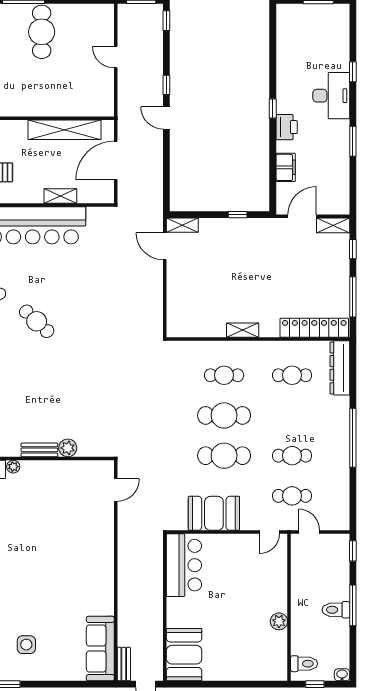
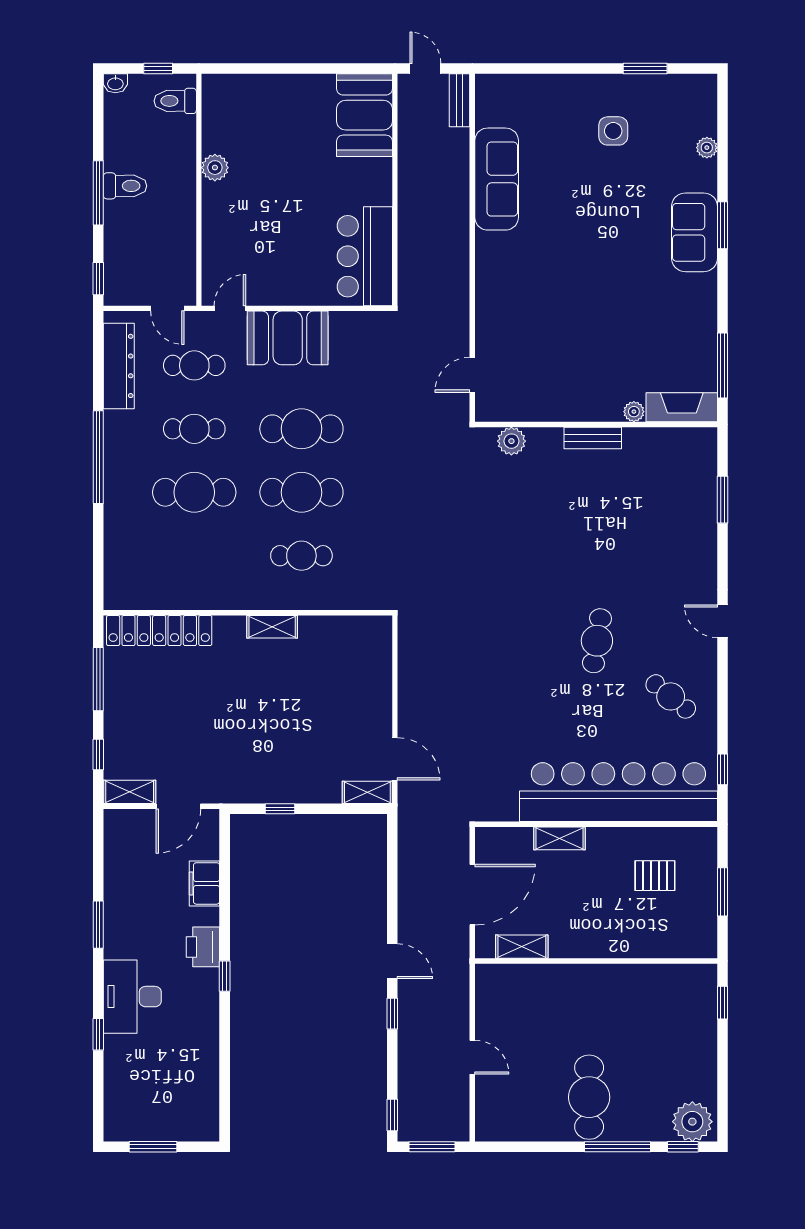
shelving: (64, 130) -> (522, 947), width x0.45, depth x0.75
cafe table: (37, 321) -> (597, 641), turned 56
dresser: (340, 368) -> (119, 366), moved
cafe table: (292, 375) -> (194, 492), moved, width x1.37, depth x1.35
plant: (68, 448) -> (511, 441), moved
booth: (214, 513) -> (288, 338), moved
sofa: (100, 649) -> (497, 179), moved

